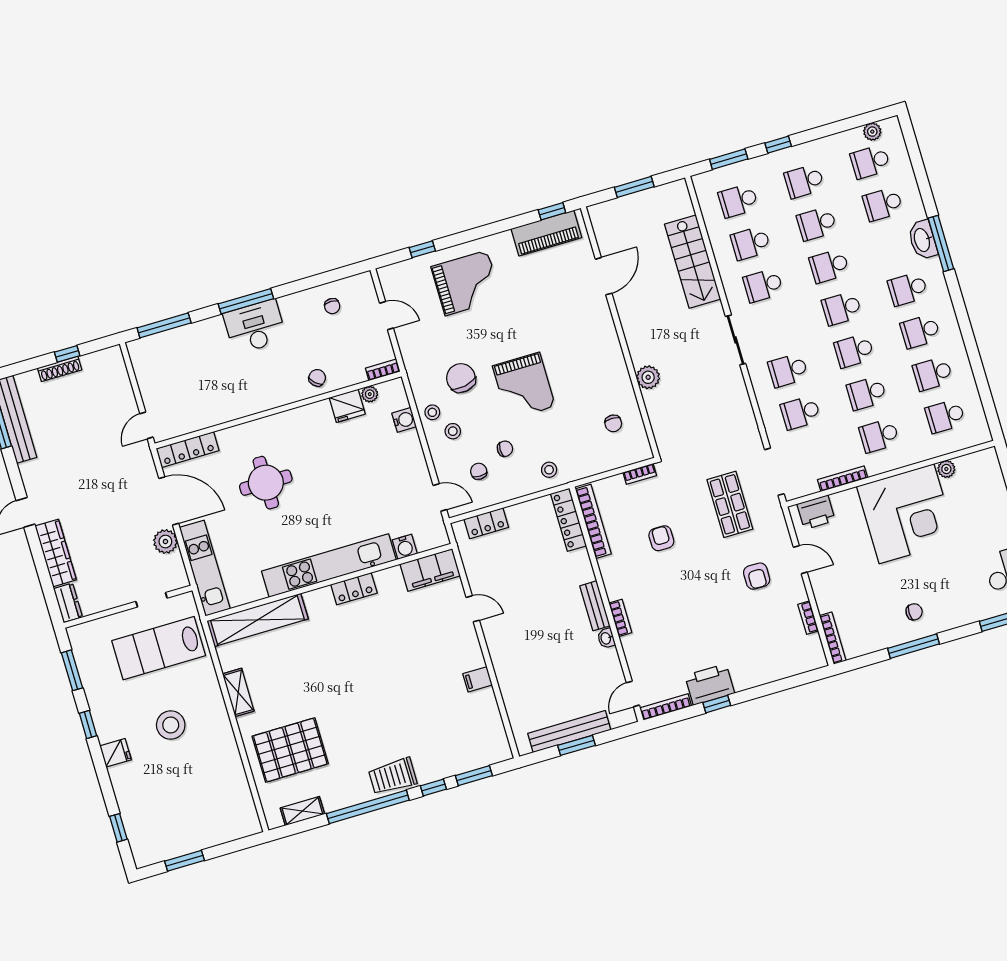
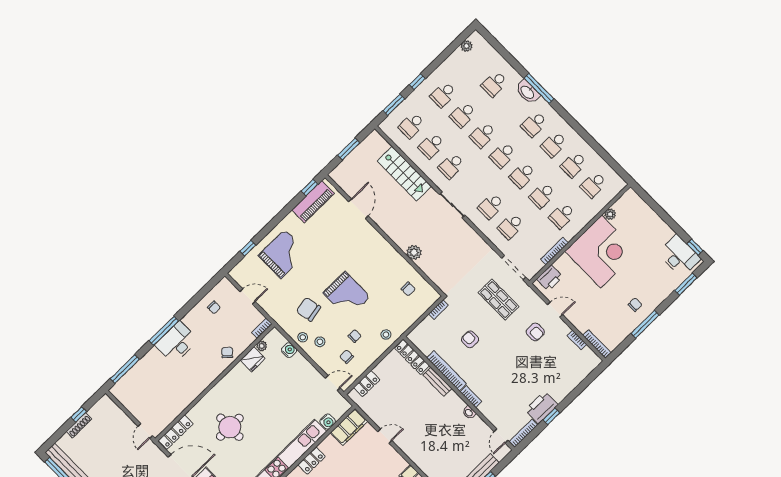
school desk: (870, 162) -> (475, 64), removed
bookcase: (593, 521) -> (447, 371), moved
bench: (595, 606) -> (437, 382), moved

